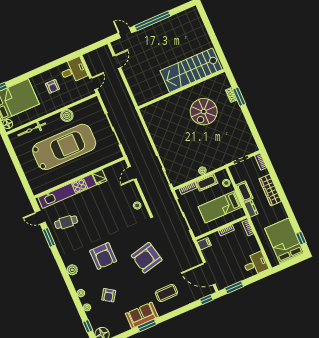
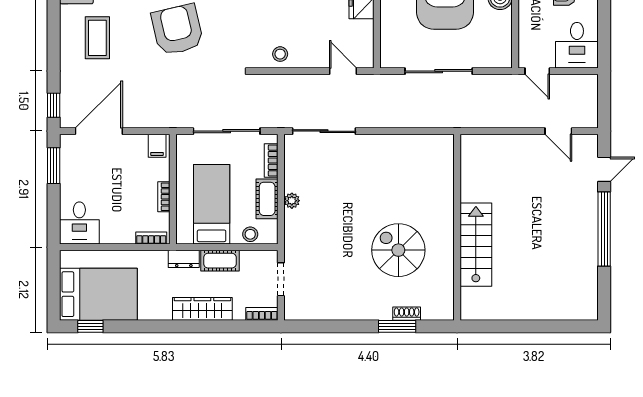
stairs: (191, 70) -> (476, 245), width x0.73, depth x0.66

